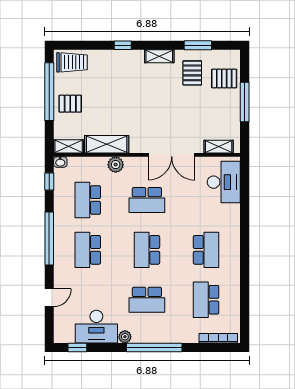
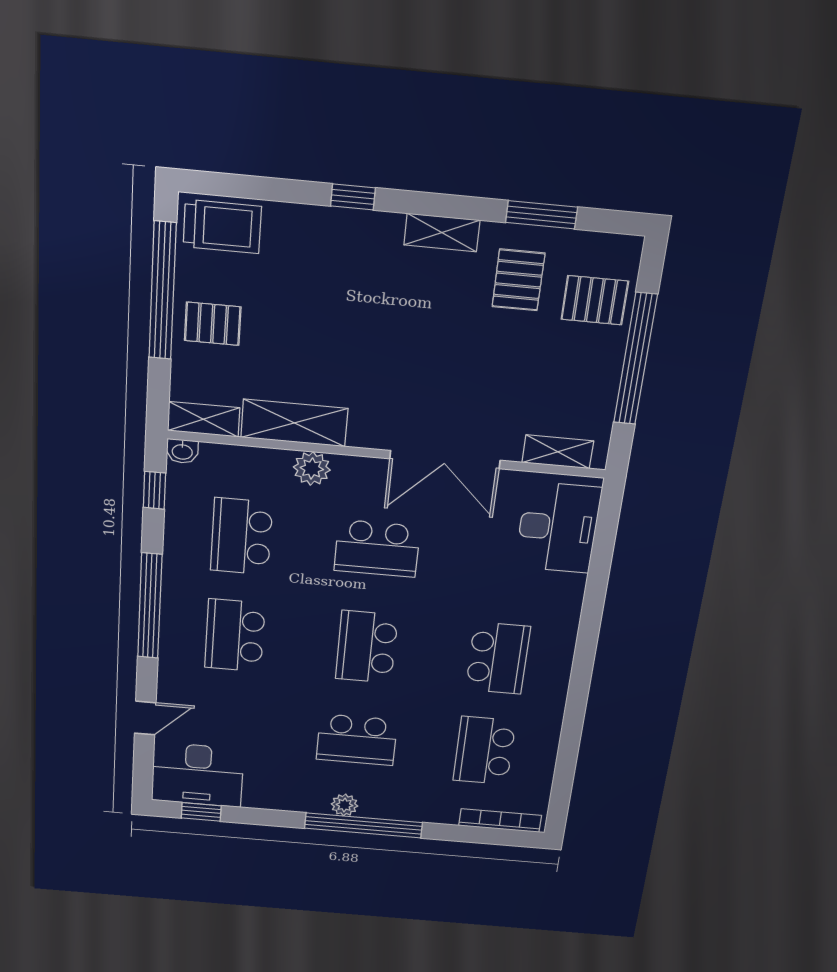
window: (245, 102) -> (635, 359), width x1.46
desk: (96, 327) -> (198, 775), moved
plant: (125, 337) -> (344, 805), moved

